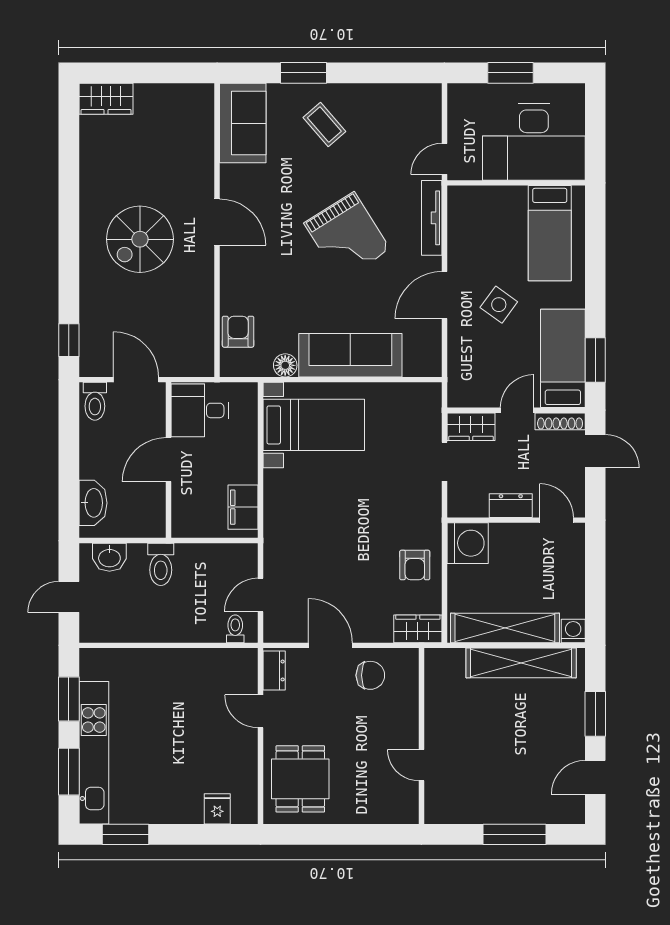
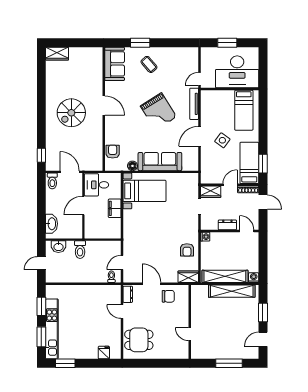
filing cabinet: (243, 507) -> (115, 208), moved
washing machine: (468, 543) -> (205, 237), width x0.53, depth x0.53
dining table: (300, 779) -> (139, 340), turned 90

